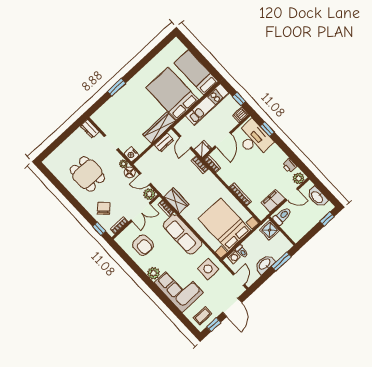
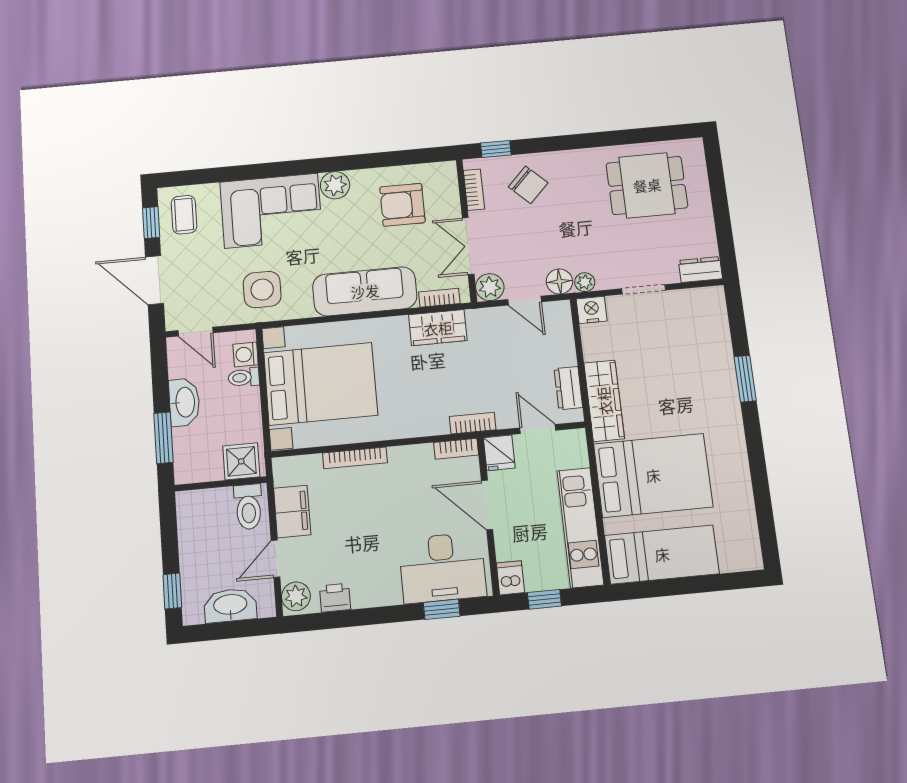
dining table: (87, 174) -> (647, 185), moved
door: (145, 179) -> (525, 301), swing flipped

